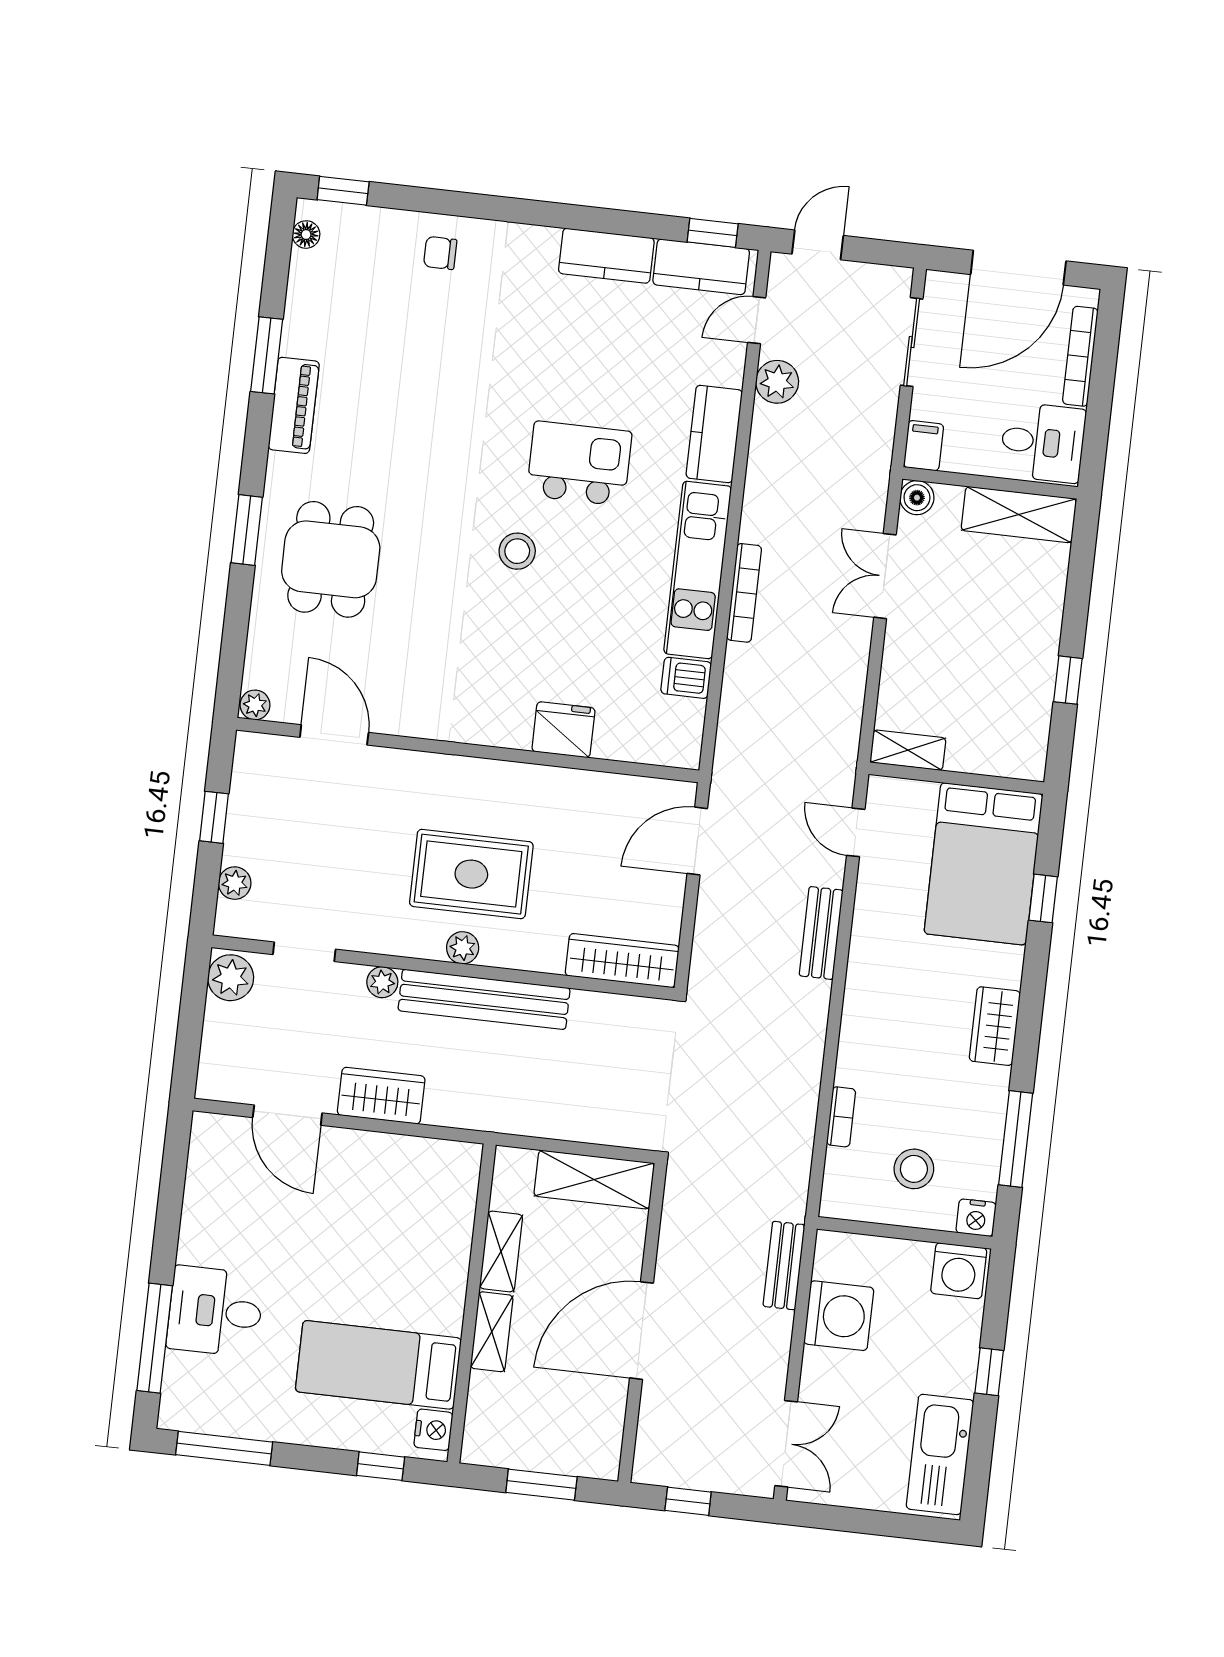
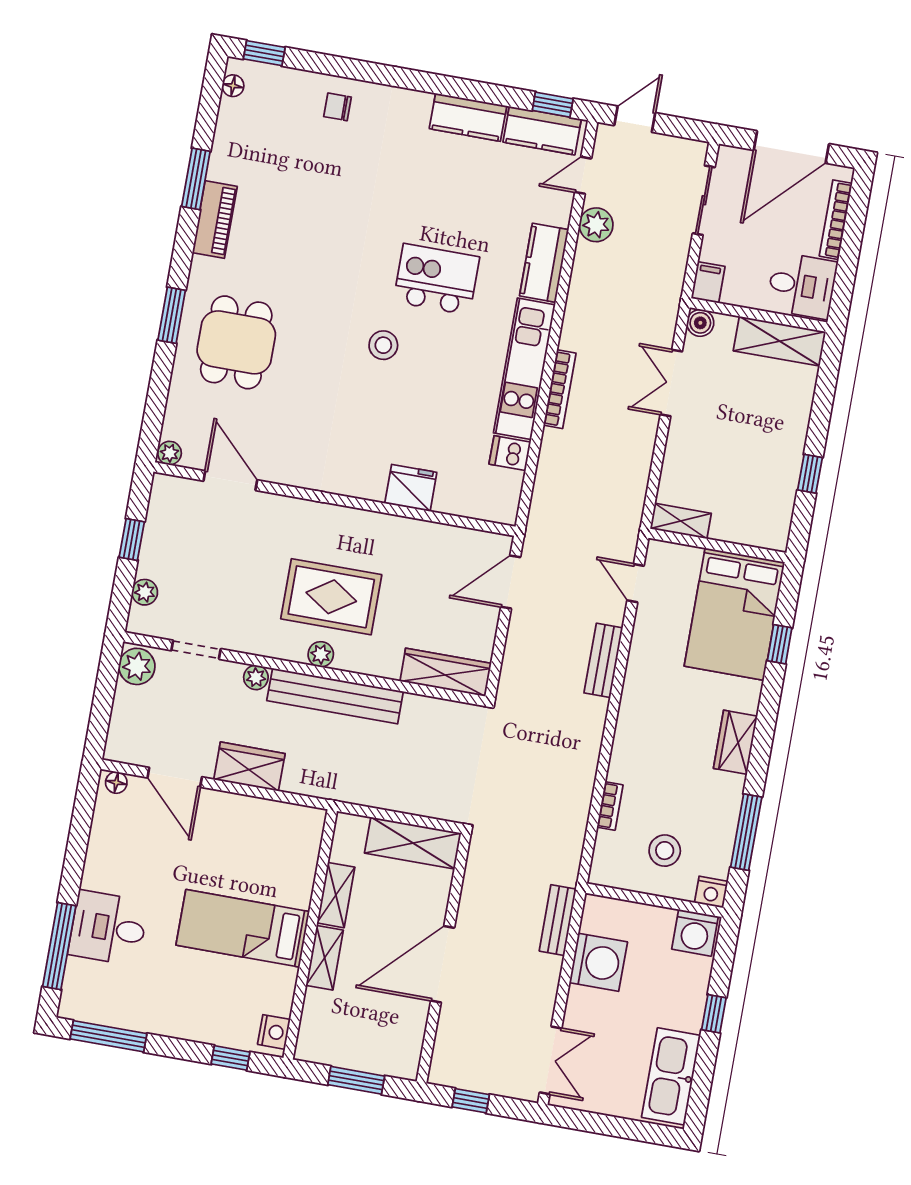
floor lamp: (214, 1126) -> (116, 783), added
bed: (378, 1365) -> (243, 928), moved

